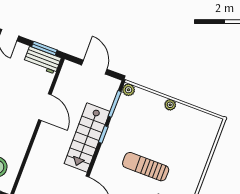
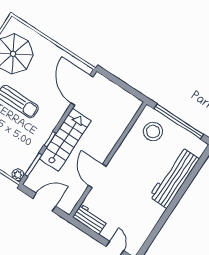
window: (44, 48) -> (86, 229), removed
door: (94, 67) -> (44, 202), swing flipped

